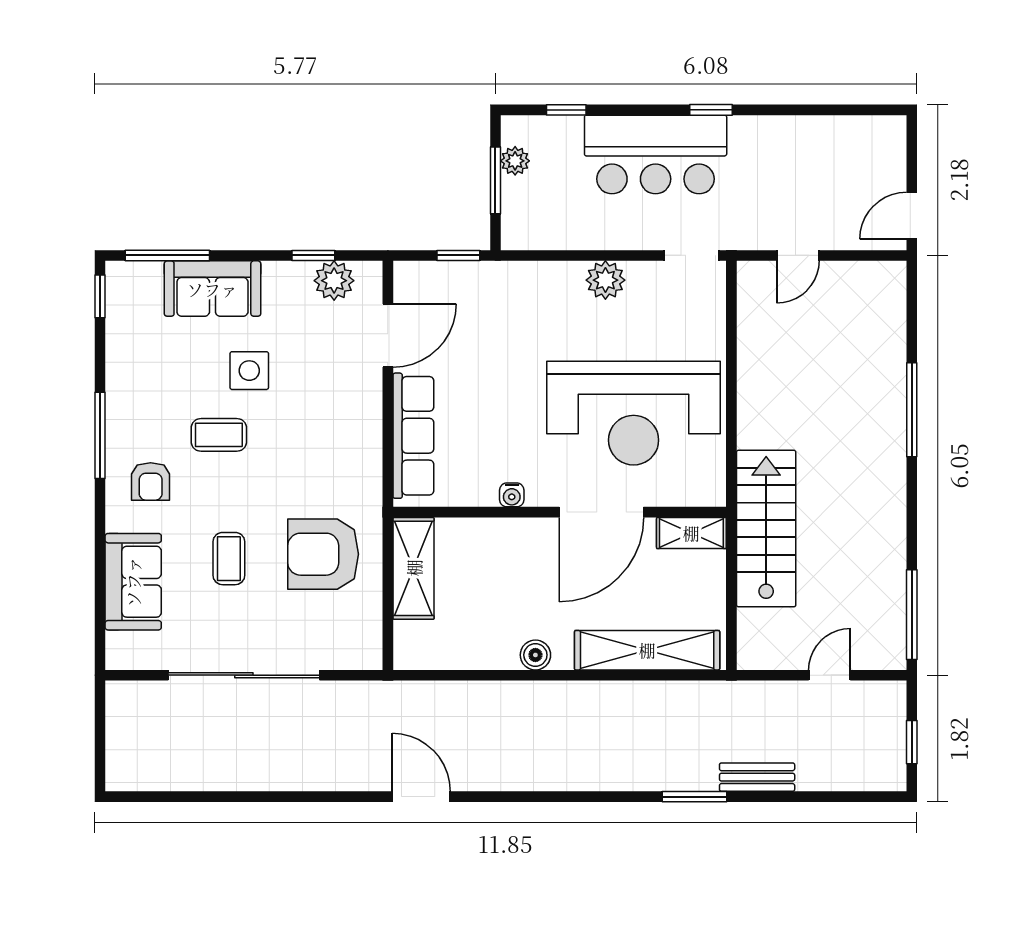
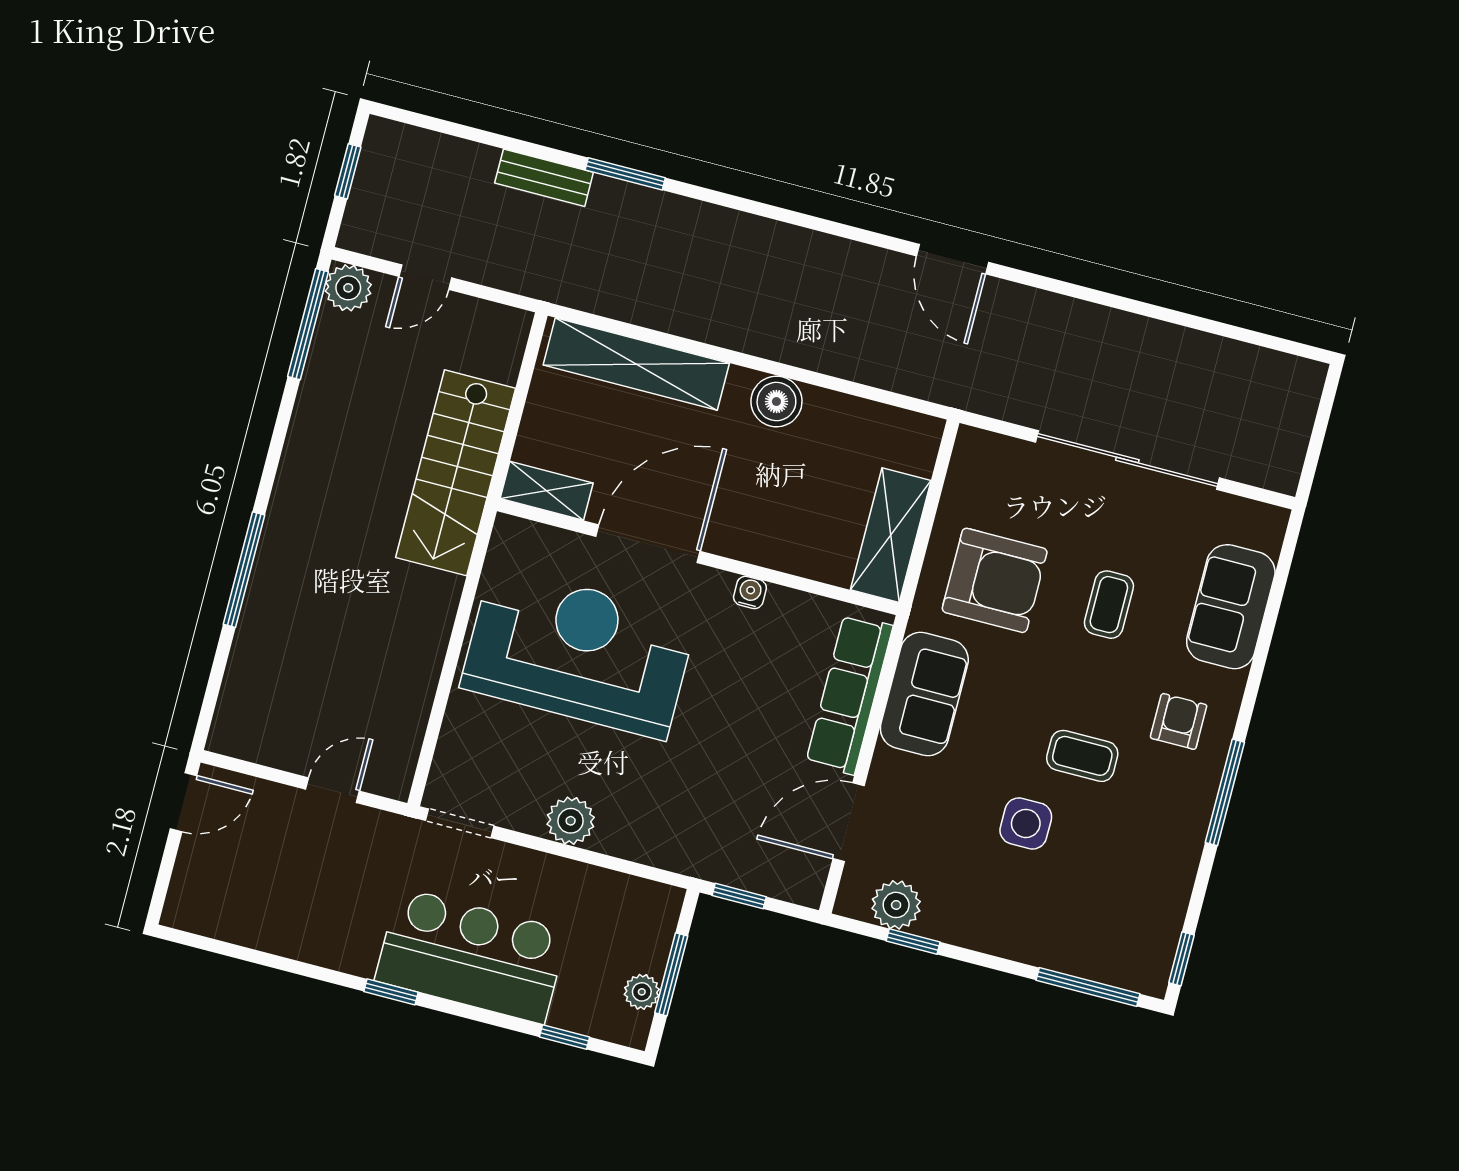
sofa: (212, 289) -> (924, 694), moved, turned 90
plant: (888, 651) -> (348, 288), added
boiler: (535, 655) -> (776, 402), width x1.36, depth x1.36

